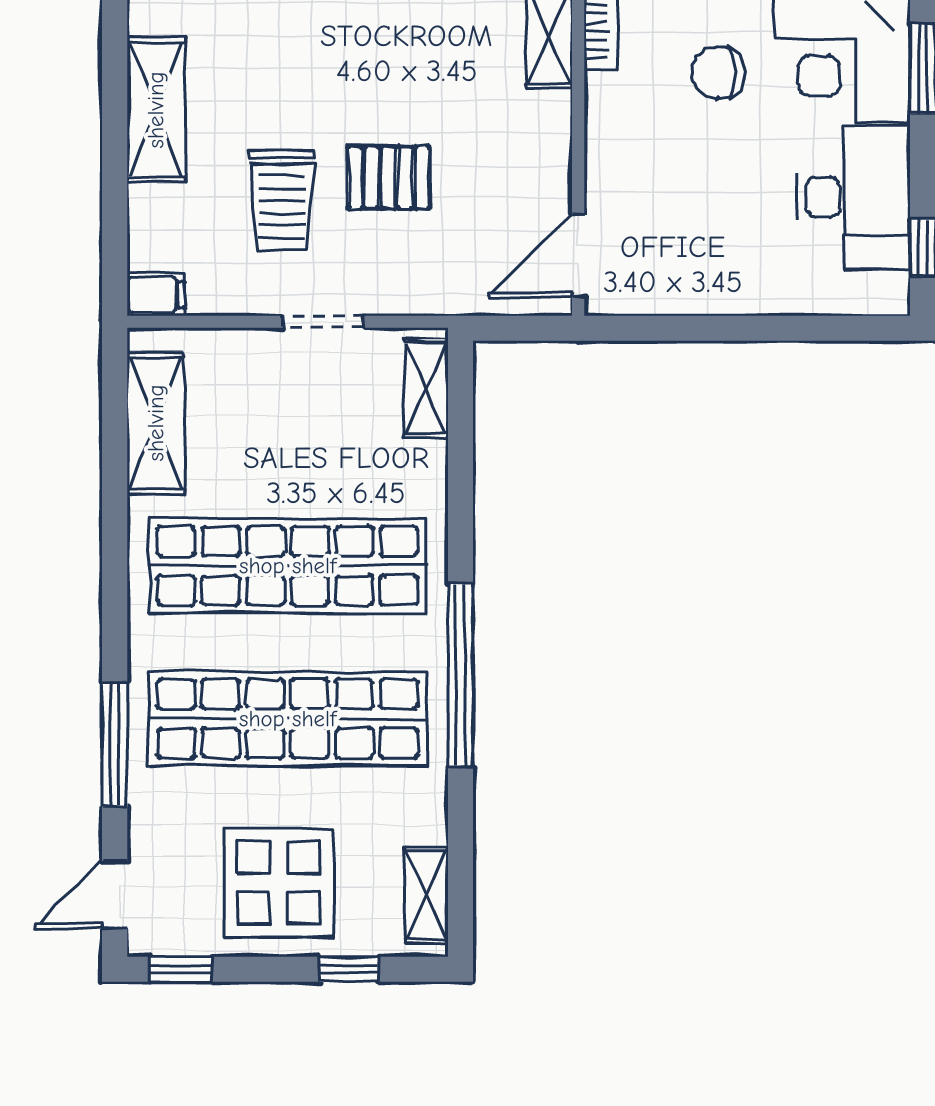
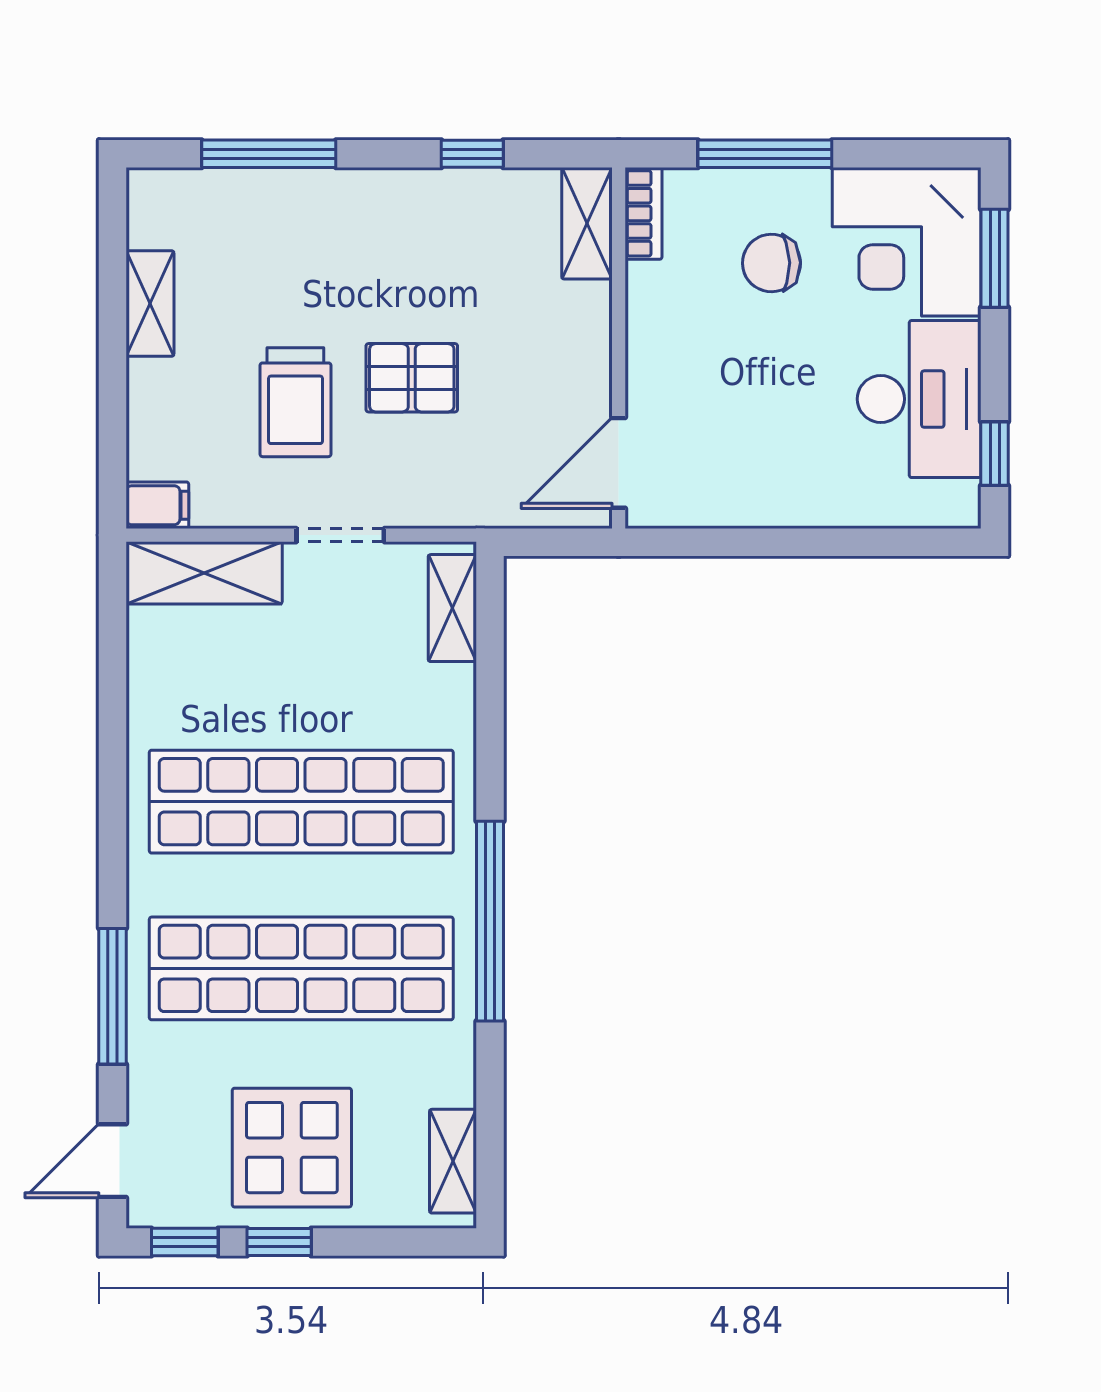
shelving: (156, 110) -> (150, 303), width x0.67, depth x0.75
shelving: (156, 423) -> (204, 573), moved, turned 90
window: (349, 969) -> (279, 1242), moved

